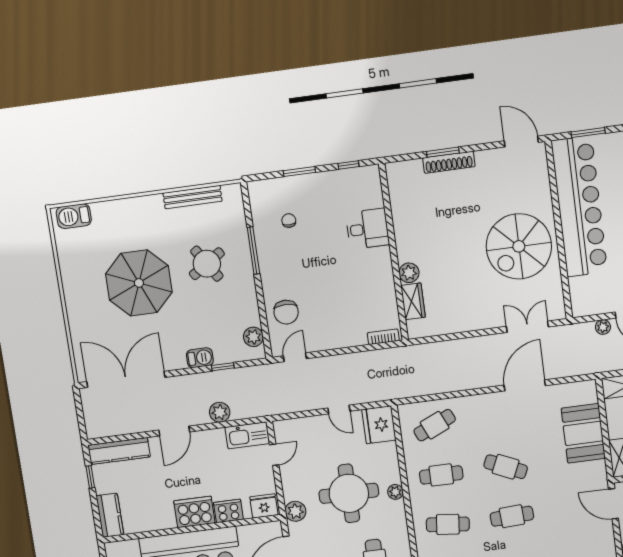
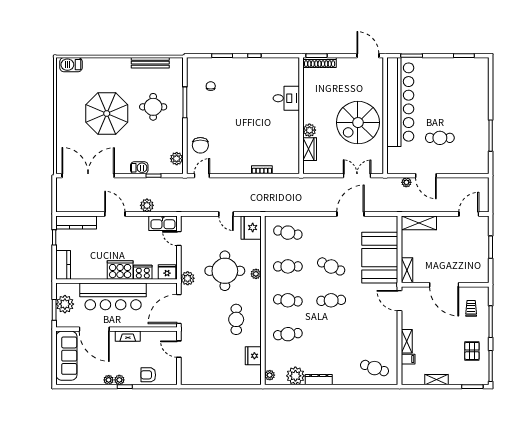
desk: (367, 229) -> (286, 98), moved
wall: (394, 252) -> (301, 116), moved
round table: (207, 264) -> (153, 107), turned 33
plant: (409, 273) -> (309, 130), moved
wardrobe: (413, 301) -> (310, 149), moved
cafe table: (435, 425) -> (288, 233), turned 36
door: (174, 431) -> (115, 214), swing flipped
booth: (583, 433) -> (380, 258), width x1.36, depth x1.42
door: (274, 455) -> (179, 238), swing flipped

